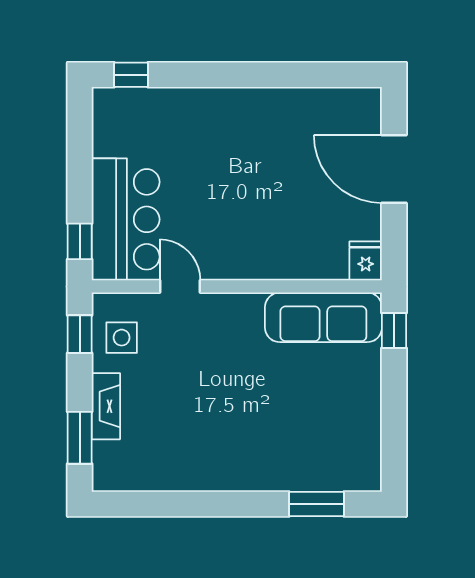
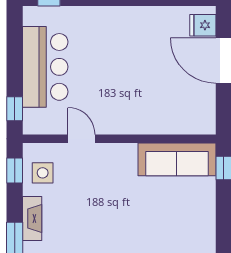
bar counter: (126, 219) -> (45, 67), moved
fridge: (366, 261) -> (203, 25), moved, turned -90

